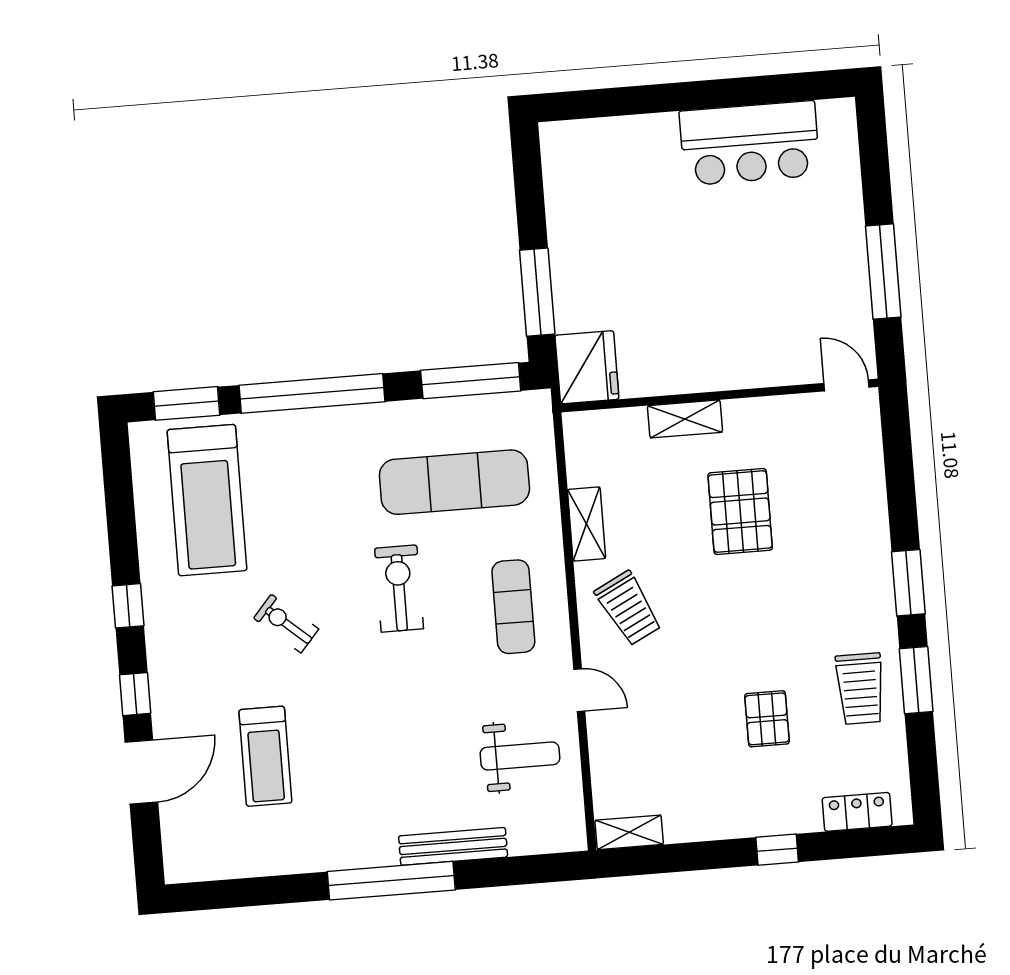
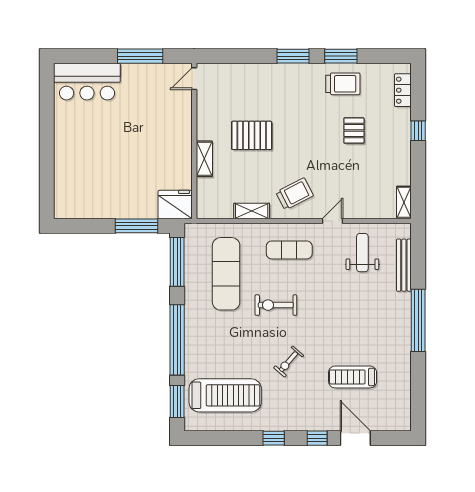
bar counter: (750, 143) -> (87, 82), moved, turned 90
pallet: (767, 719) -> (354, 131), turned 90
treadmill: (265, 756) -> (353, 377), turned 180
bench: (453, 846) -> (404, 265), moved

